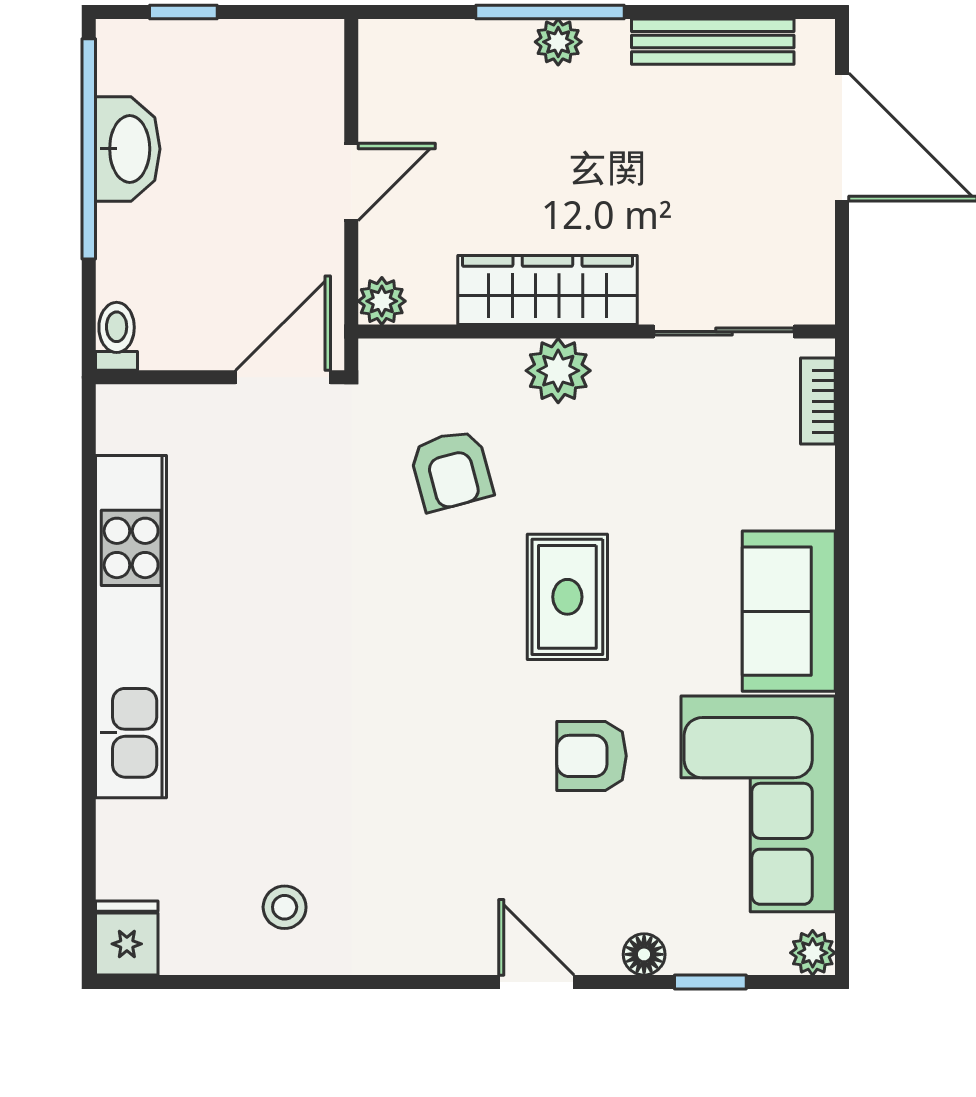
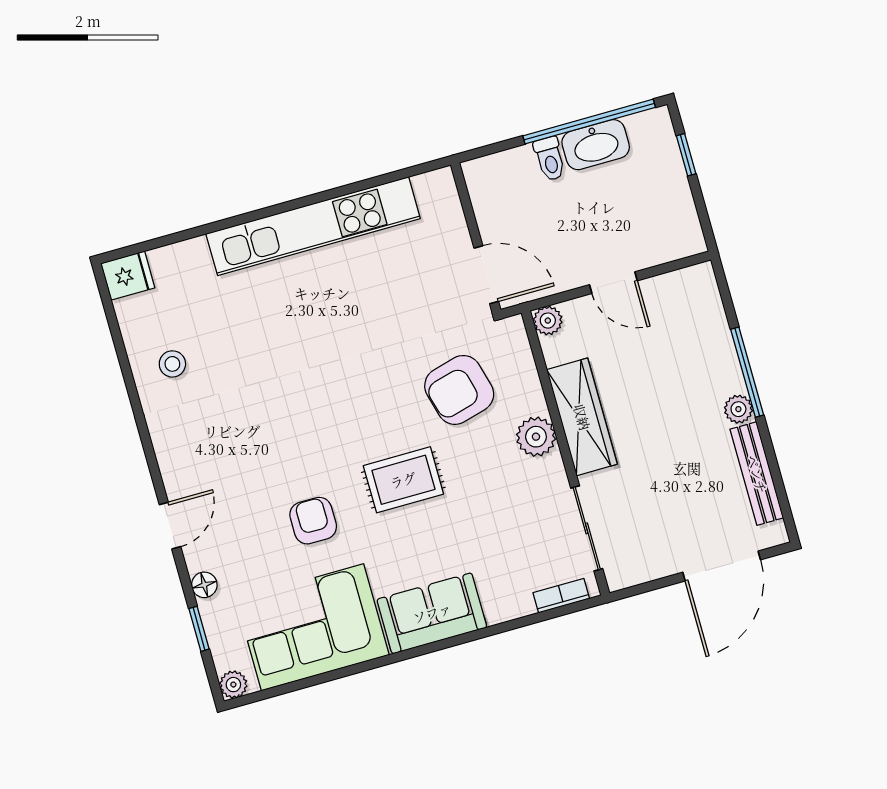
plant: (558, 42) -> (738, 409), moved
toilet: (117, 336) -> (550, 159), moved, turned 90
armchair: (451, 470) -> (459, 390), width x1.38, depth x1.38

